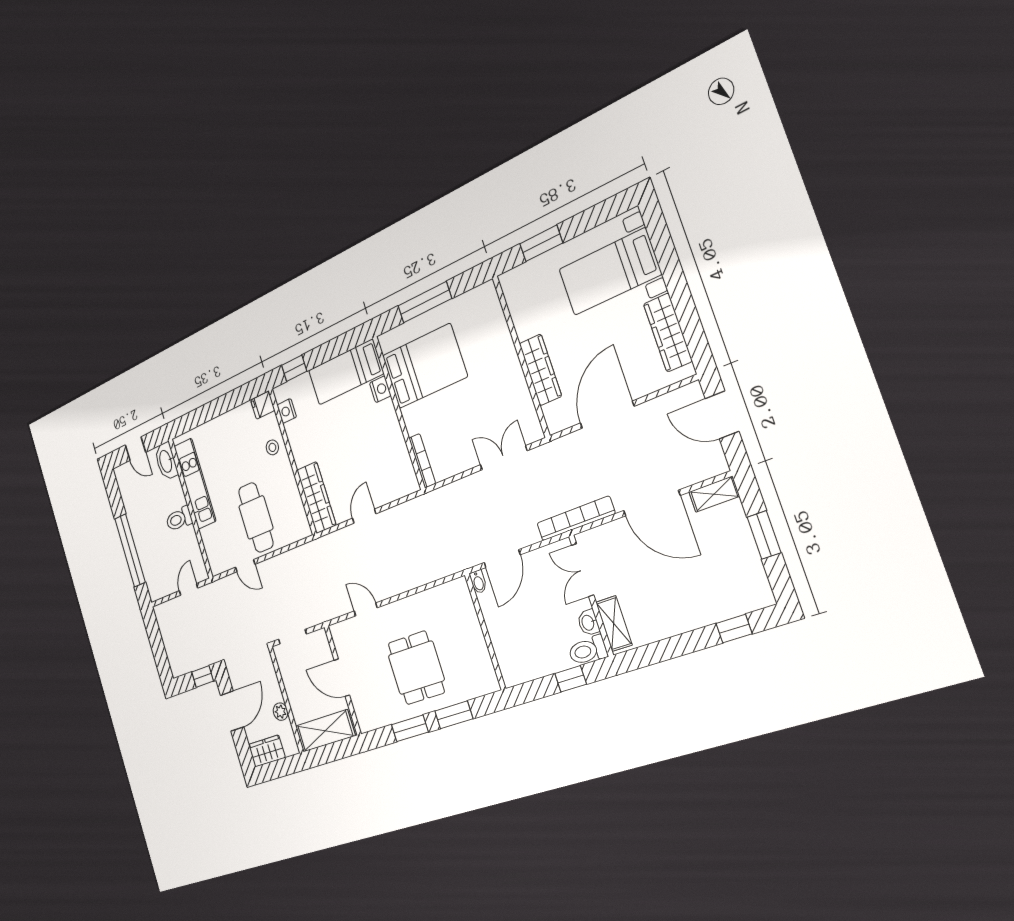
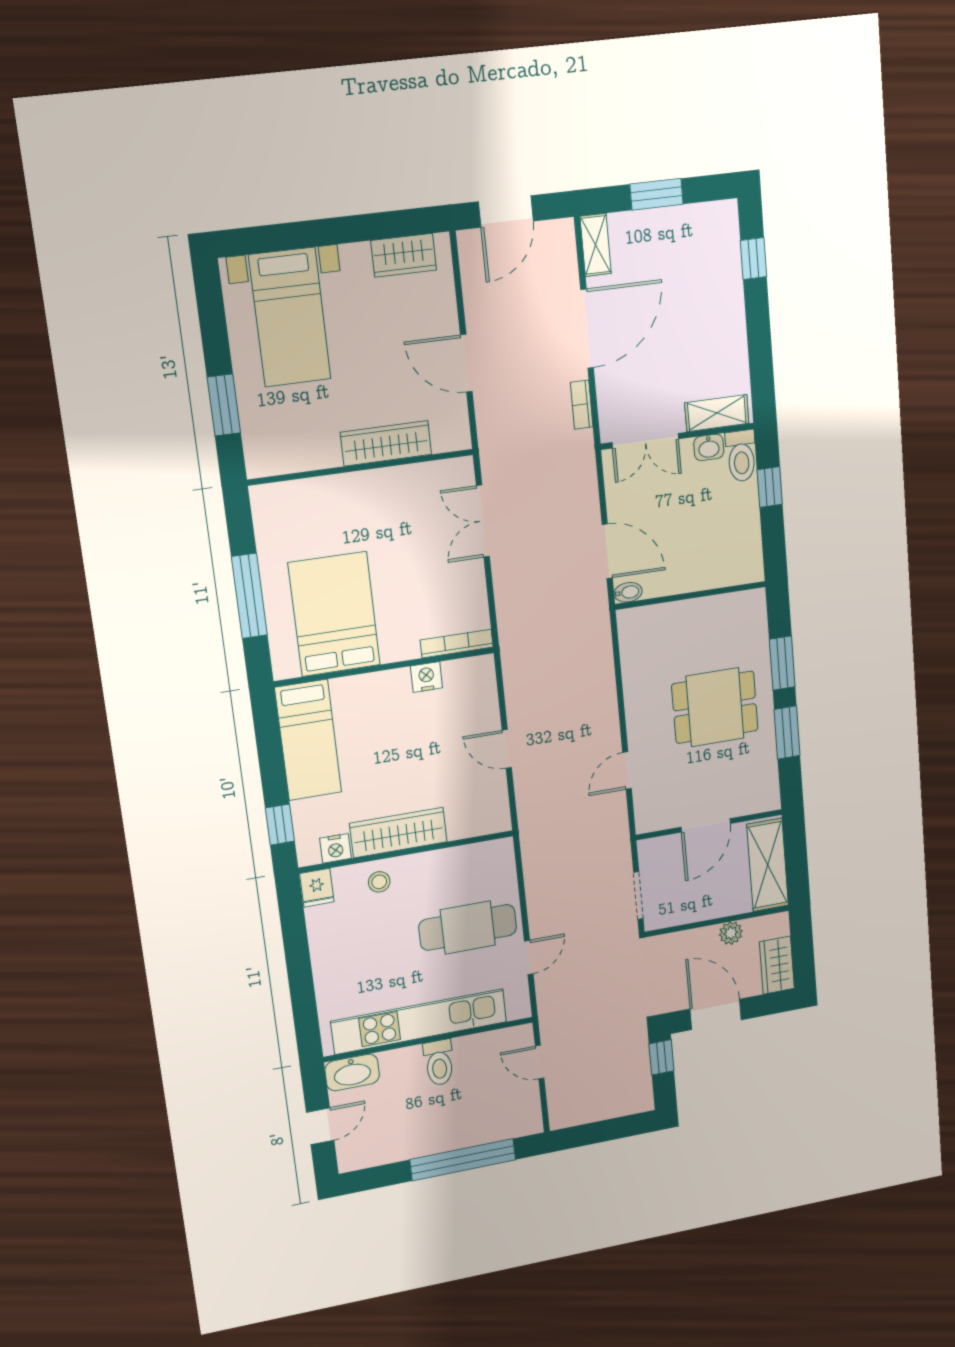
wardrobe: (668, 332) -> (404, 255), width x0.67
nightstand: (380, 389) -> (426, 677), moved
door: (607, 415) -> (466, 363), width x0.73
kitchen unit: (195, 484) -> (419, 1021), width x1.36
wardrobe: (316, 498) -> (398, 832), moved
bookcase: (576, 518) -> (582, 405), width x0.43, depth x0.76

